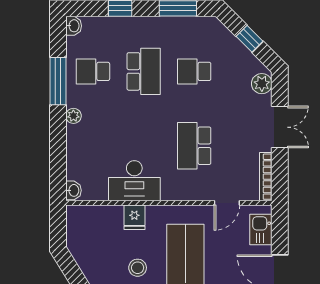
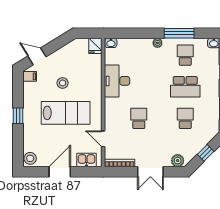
school desk: (194, 146) -> (139, 118), width x0.54
fridge: (134, 217) -> (95, 46), moved, turned -90

